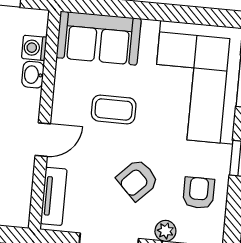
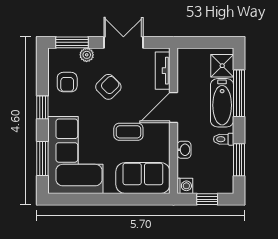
washing machine: (34, 48) -> (185, 186), moved
door: (43, 140) -> (173, 107), width x1.38

